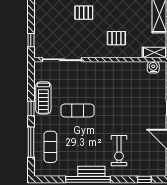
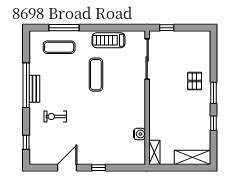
pallet: (116, 38) -> (169, 114), removed
water cooler: (153, 67) -> (139, 134), moved
window: (31, 108) -> (98, 28), removed
exercise bike: (119, 151) -> (55, 117), width x0.73, depth x0.72

